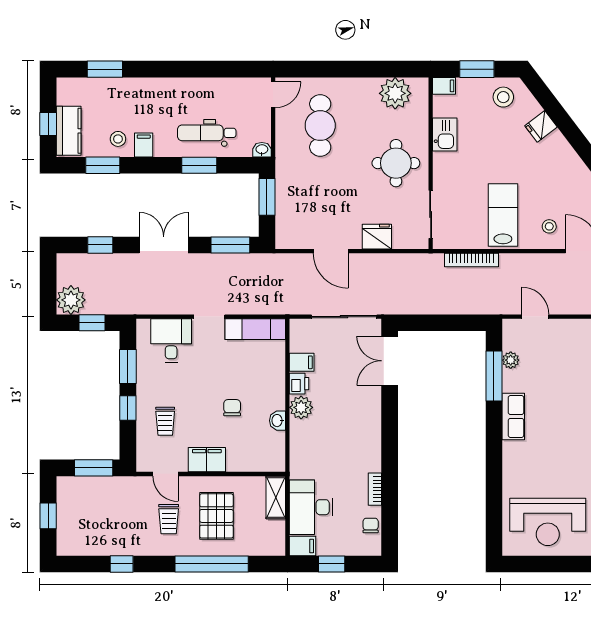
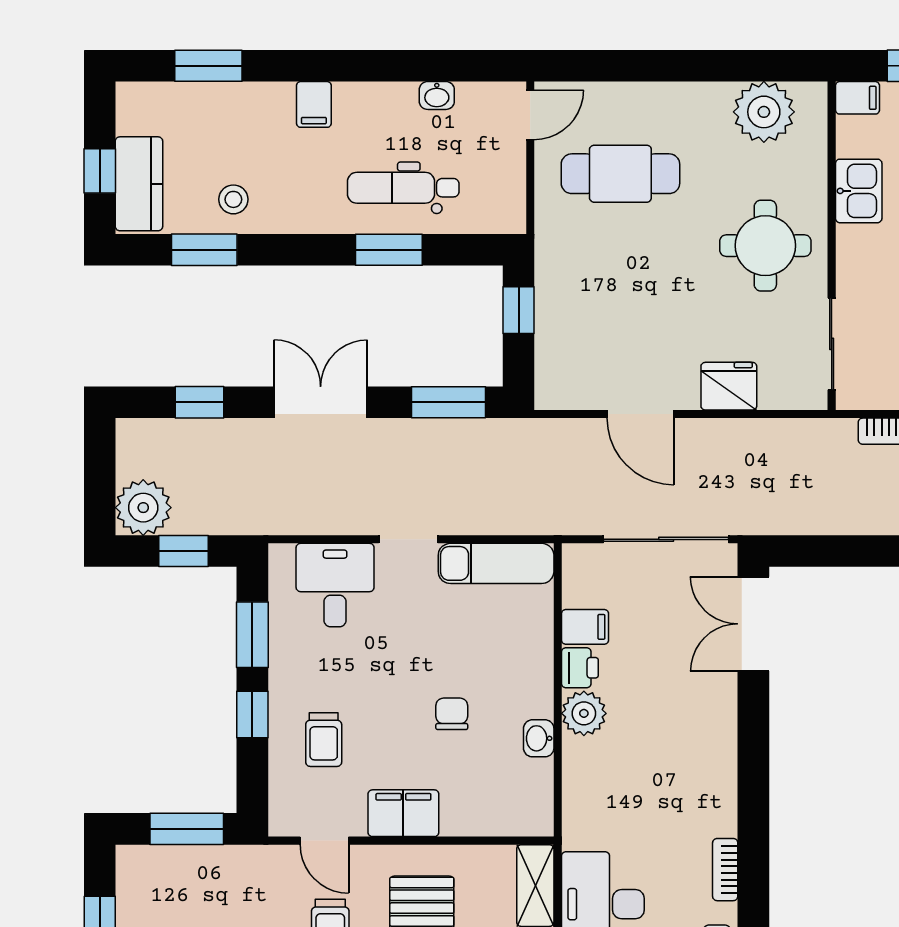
cafe table: (320, 126) -> (620, 174), turned 90
filing cabinet: (144, 145) -> (314, 104), moved, turned 180
washbasin: (262, 150) -> (437, 95), moved, turned 180
window: (267, 197) -> (519, 310), width x0.67

